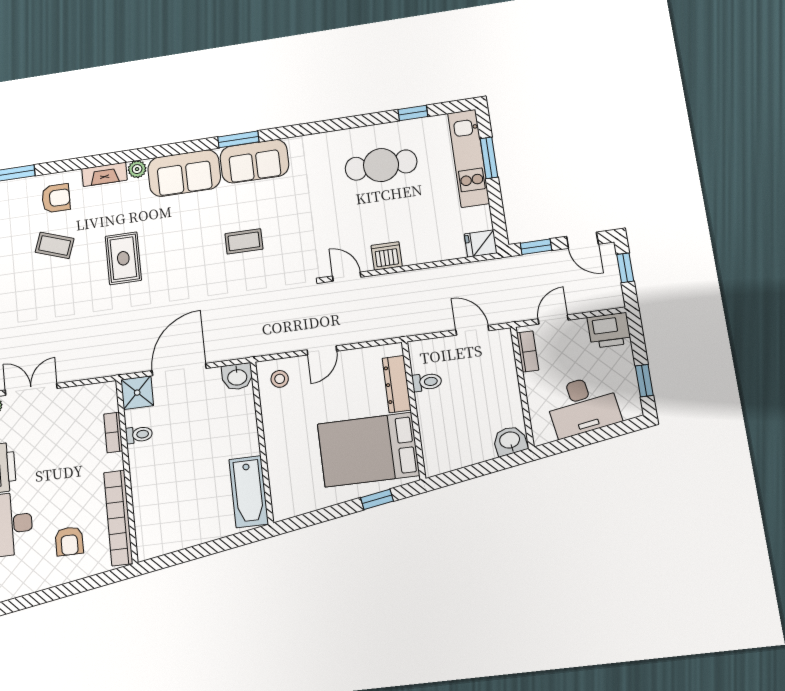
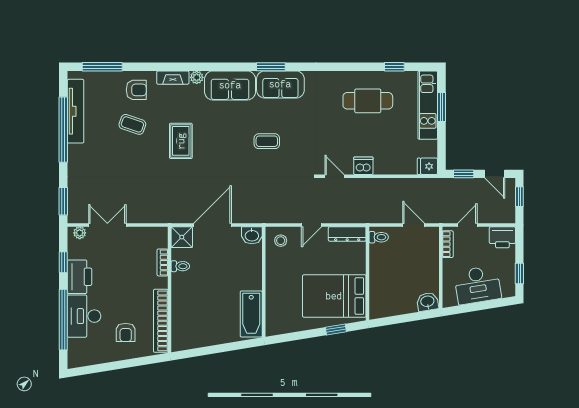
toilet: (427, 382) -> (379, 237), moved
dresser: (397, 384) -> (347, 234), moved, turned -90

